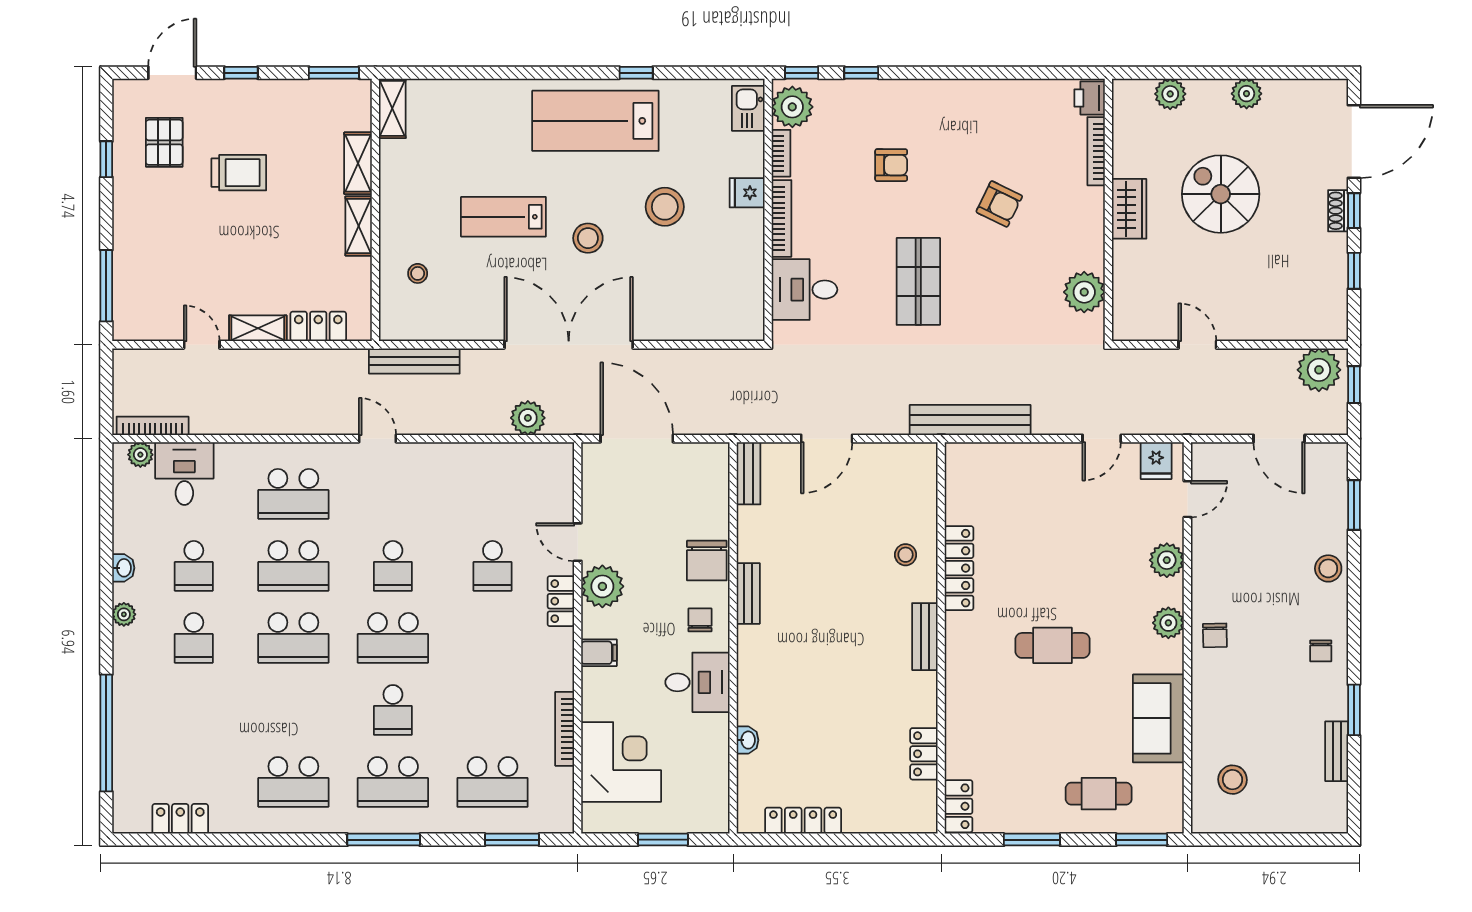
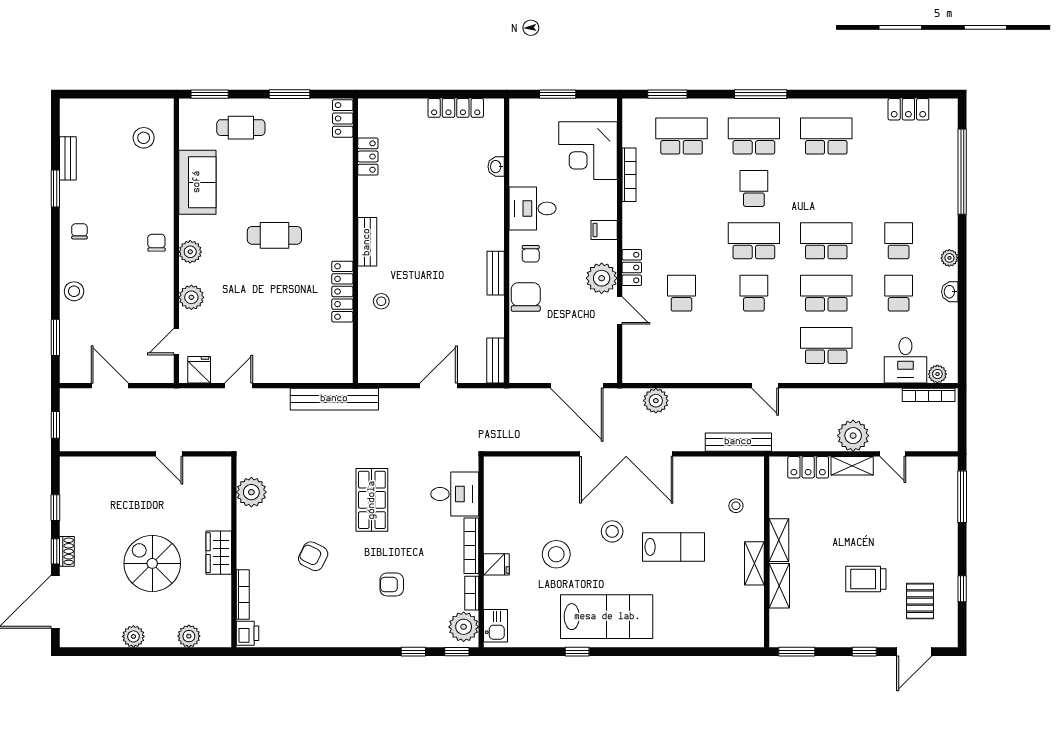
shelving: (392, 108) -> (754, 563), moved
spiral stairs: (1221, 194) -> (152, 563), turned 180
plant: (1319, 370) -> (853, 436), moved

